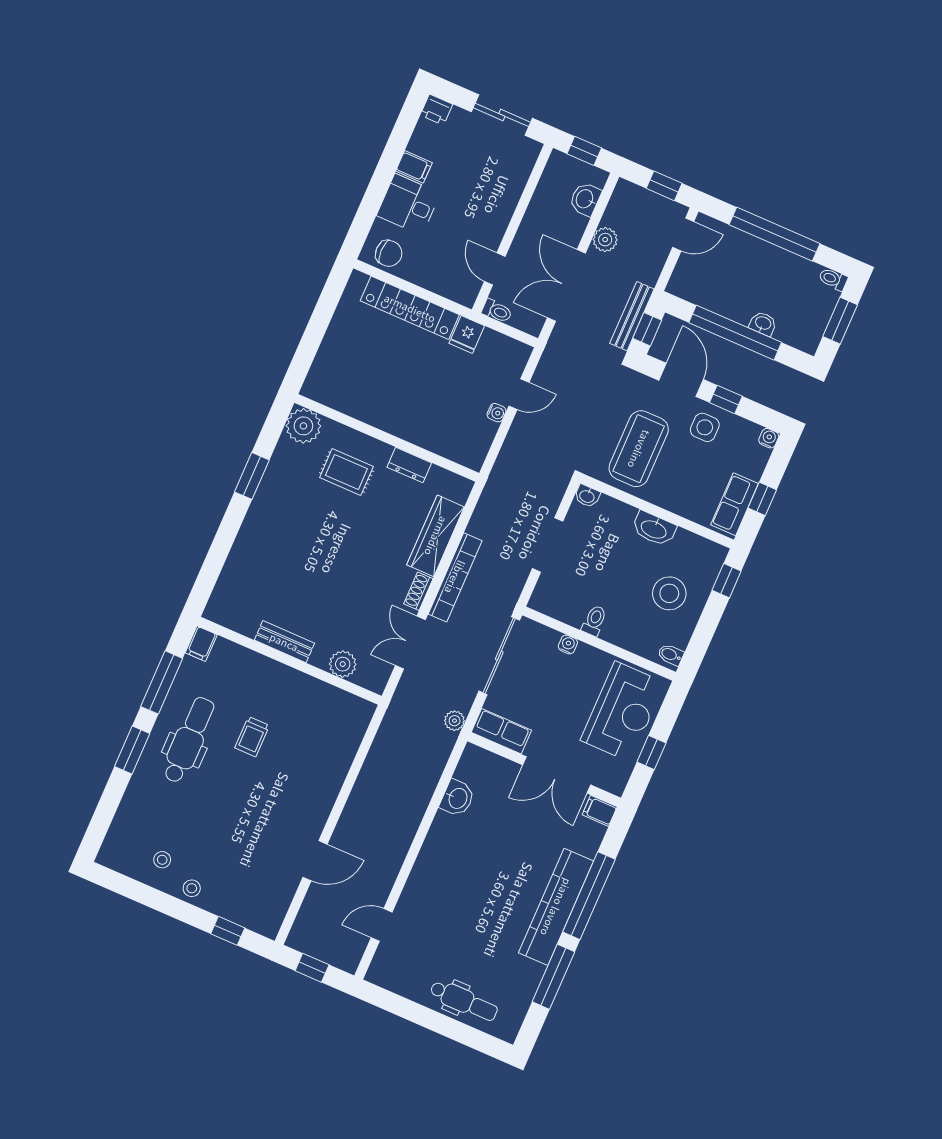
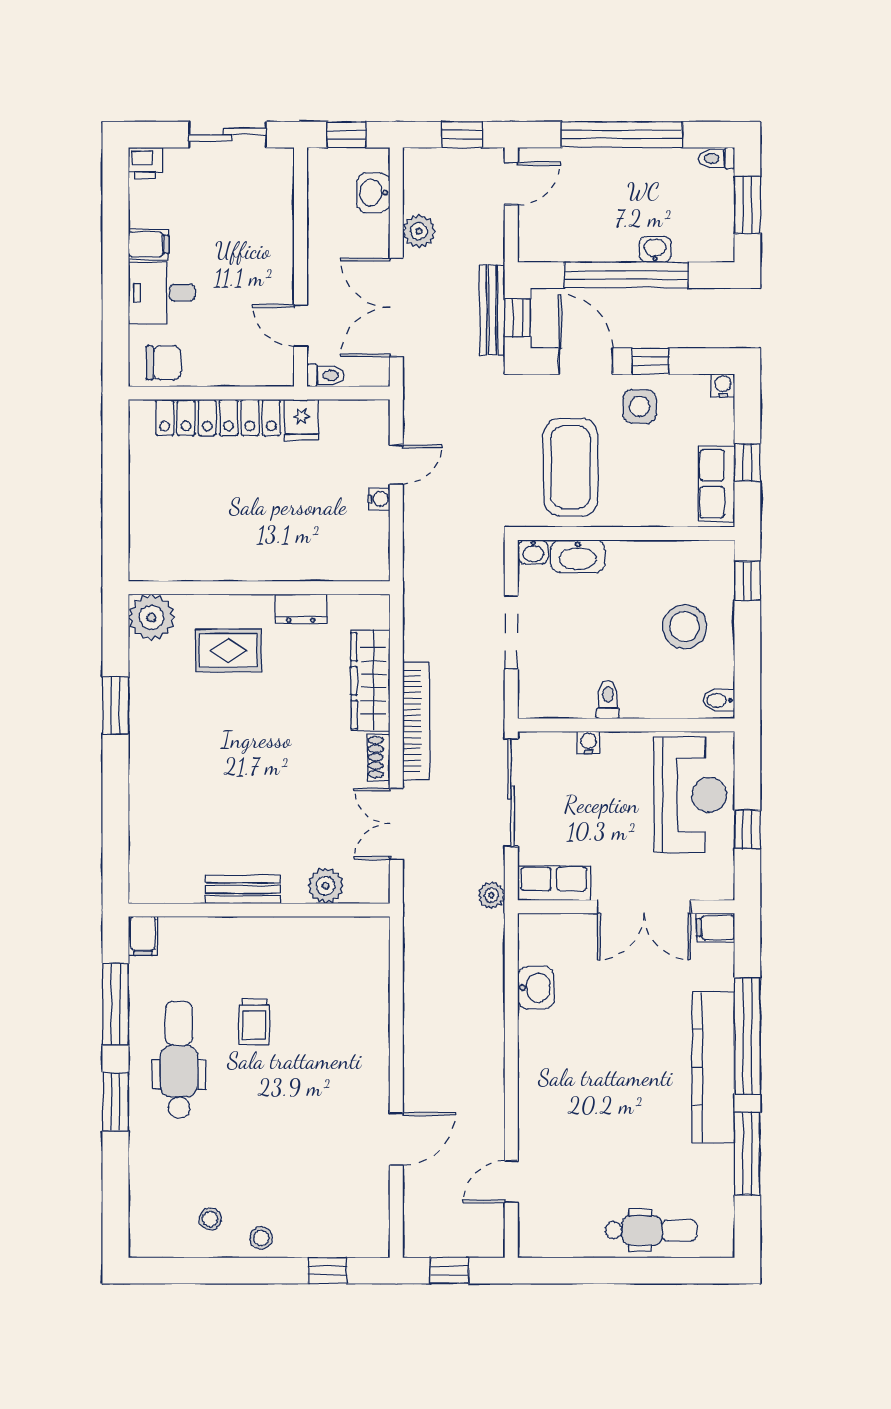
washbasin: (654, 529) -> (578, 556), moved

